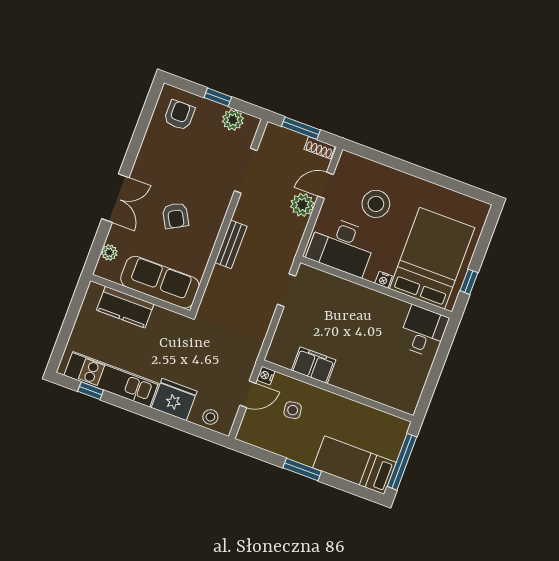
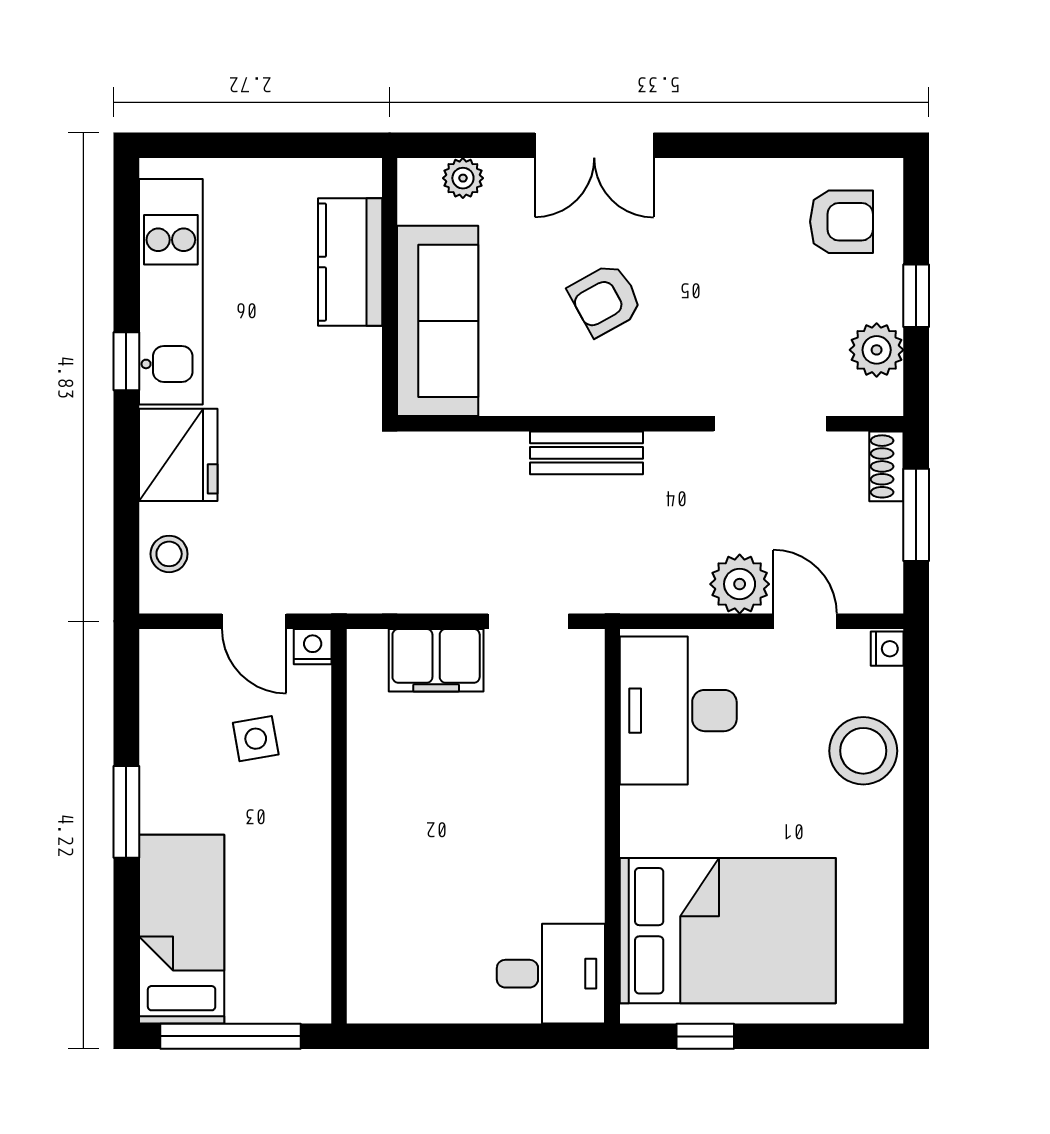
shoe rack: (319, 148) -> (886, 466), moved
stool: (376, 204) -> (863, 751), moved
nightstand: (384, 280) -> (887, 649), moved, turned 180
filing cabinet: (314, 365) -> (436, 660), moved, turned 90
window: (91, 391) -> (126, 361), moved

